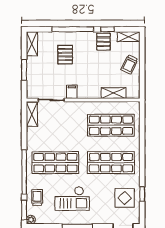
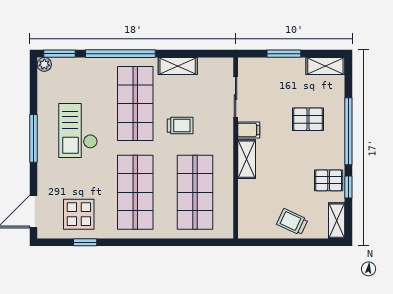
shelving: (114, 93) -> (247, 159), moved
shelving: (32, 114) -> (178, 66), moved
trolley: (37, 197) -> (180, 126), moved

